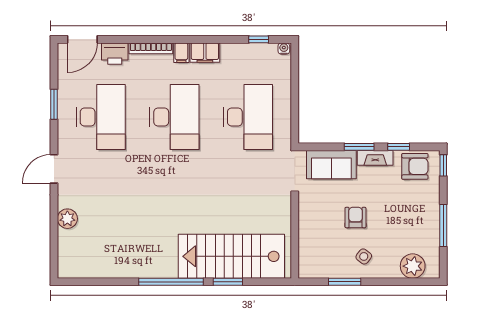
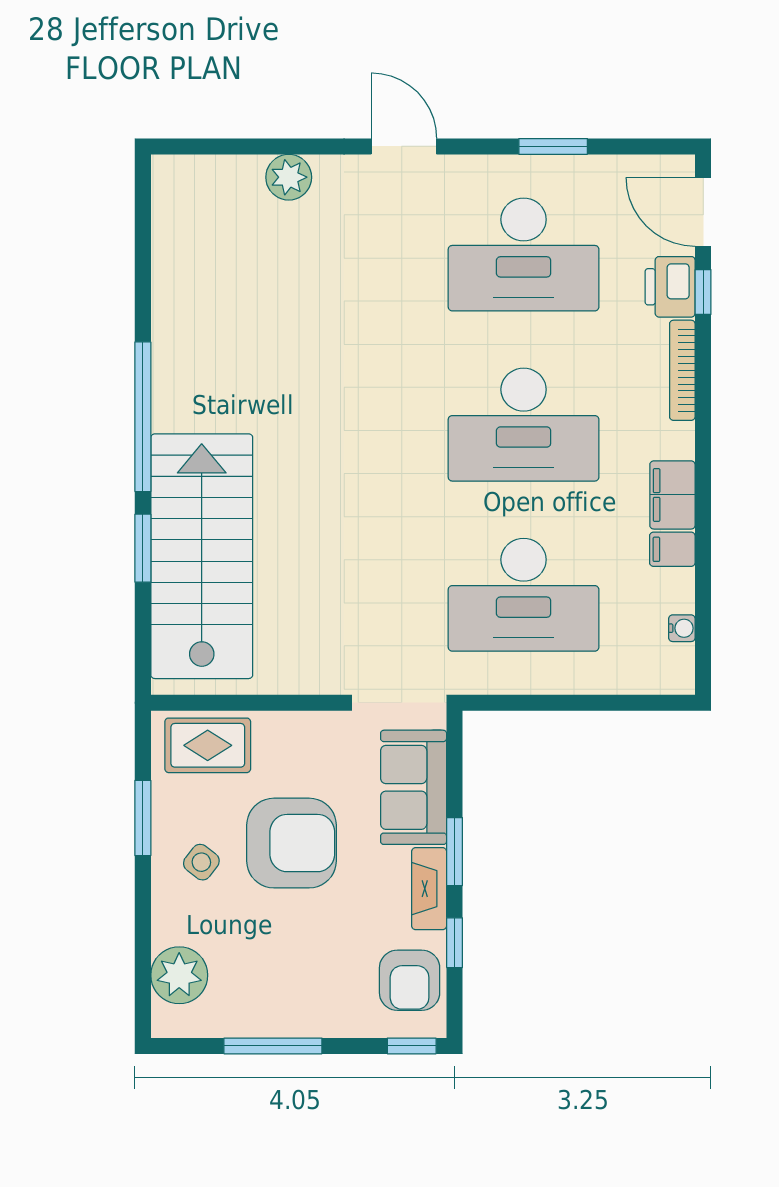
window: (259, 39) -> (703, 292), moved
water cooler: (284, 49) -> (682, 628), moved
filing cabinet: (181, 53) -> (672, 549), moved
armchair: (355, 217) -> (291, 843), width x1.88, depth x1.88
rug: (313, 254) -> (208, 745), added

